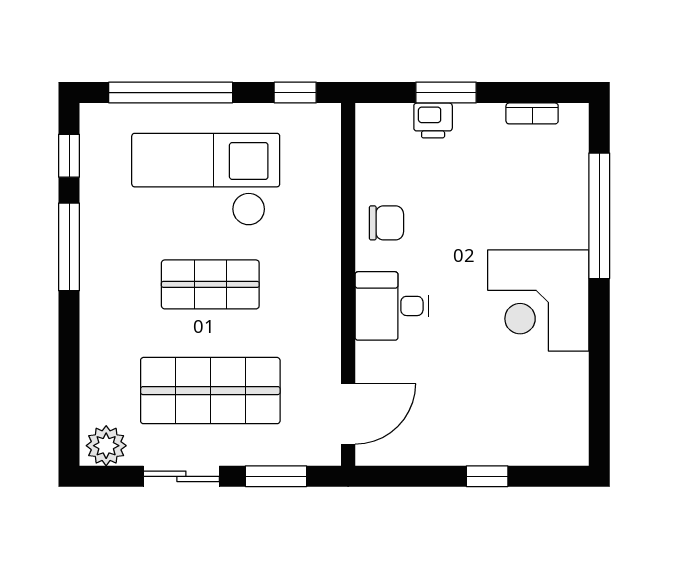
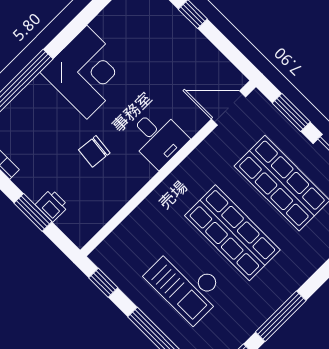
checkout: (206, 179) -> (186, 284), width x0.73, depth x0.83
chair: (386, 223) -> (94, 151), moved, turned -84
shop shelf: (210, 284) -> (232, 233), width x1.43, depth x1.36

